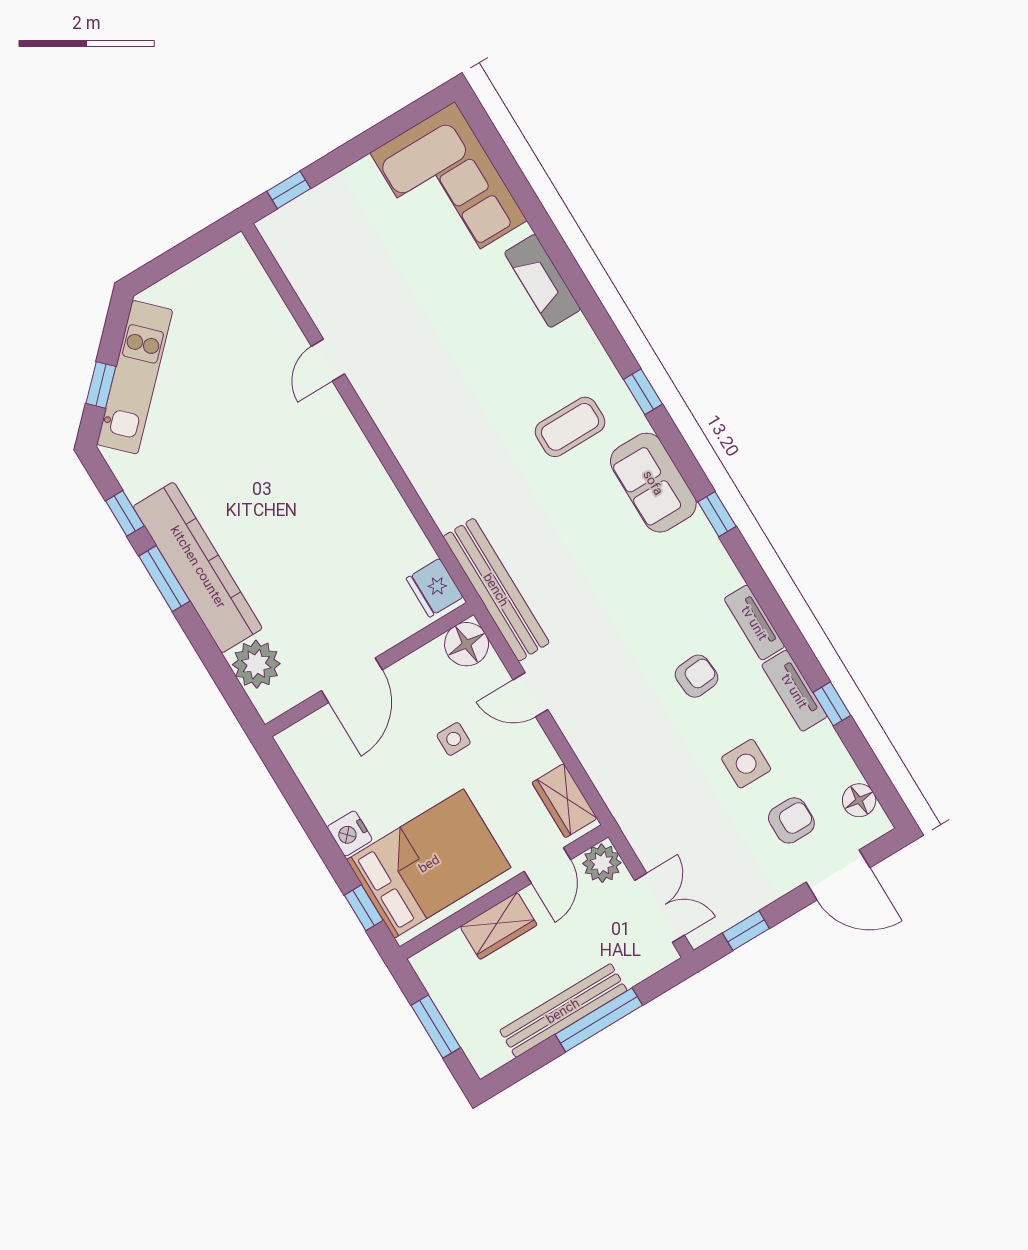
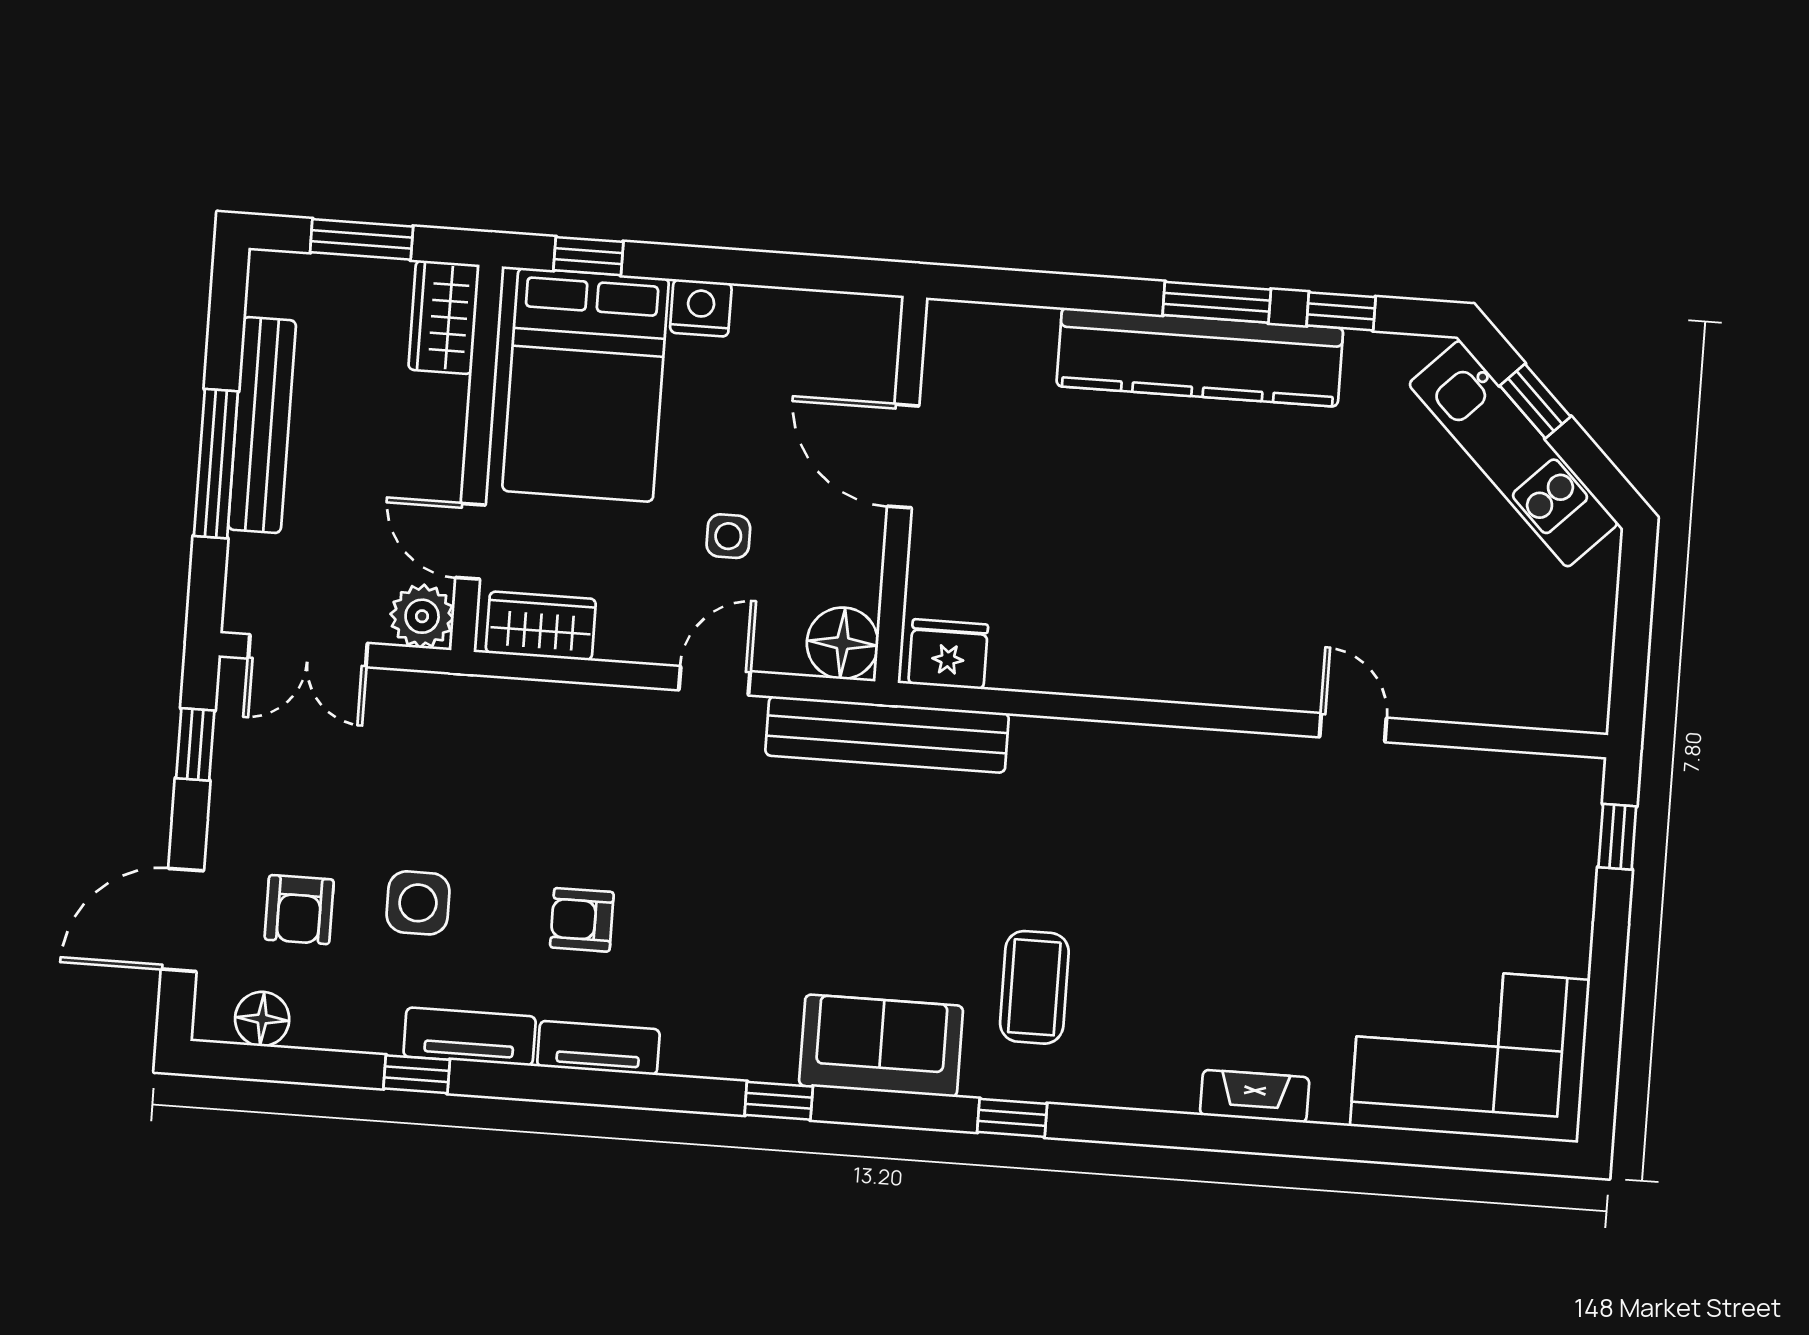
fireplace: (542, 281) -> (1255, 1096), width x0.73, depth x0.76
plant: (256, 664) -> (1015, 344), removed
armchair: (697, 676) -> (582, 920), turned 95
wardrobe: (499, 926) -> (444, 317), moved

